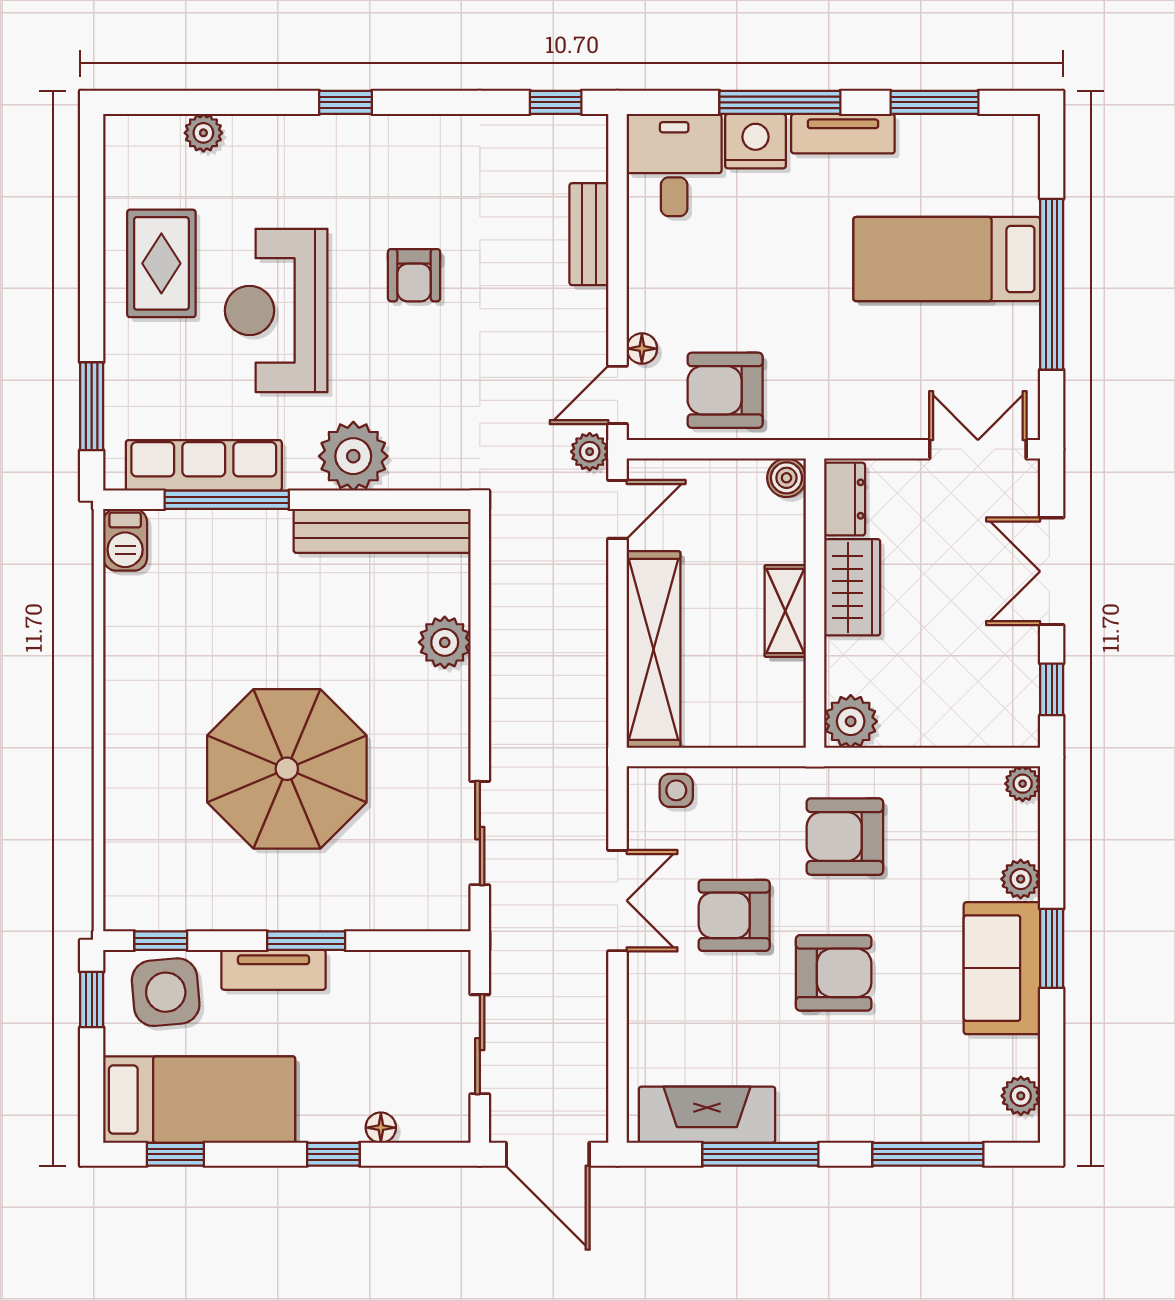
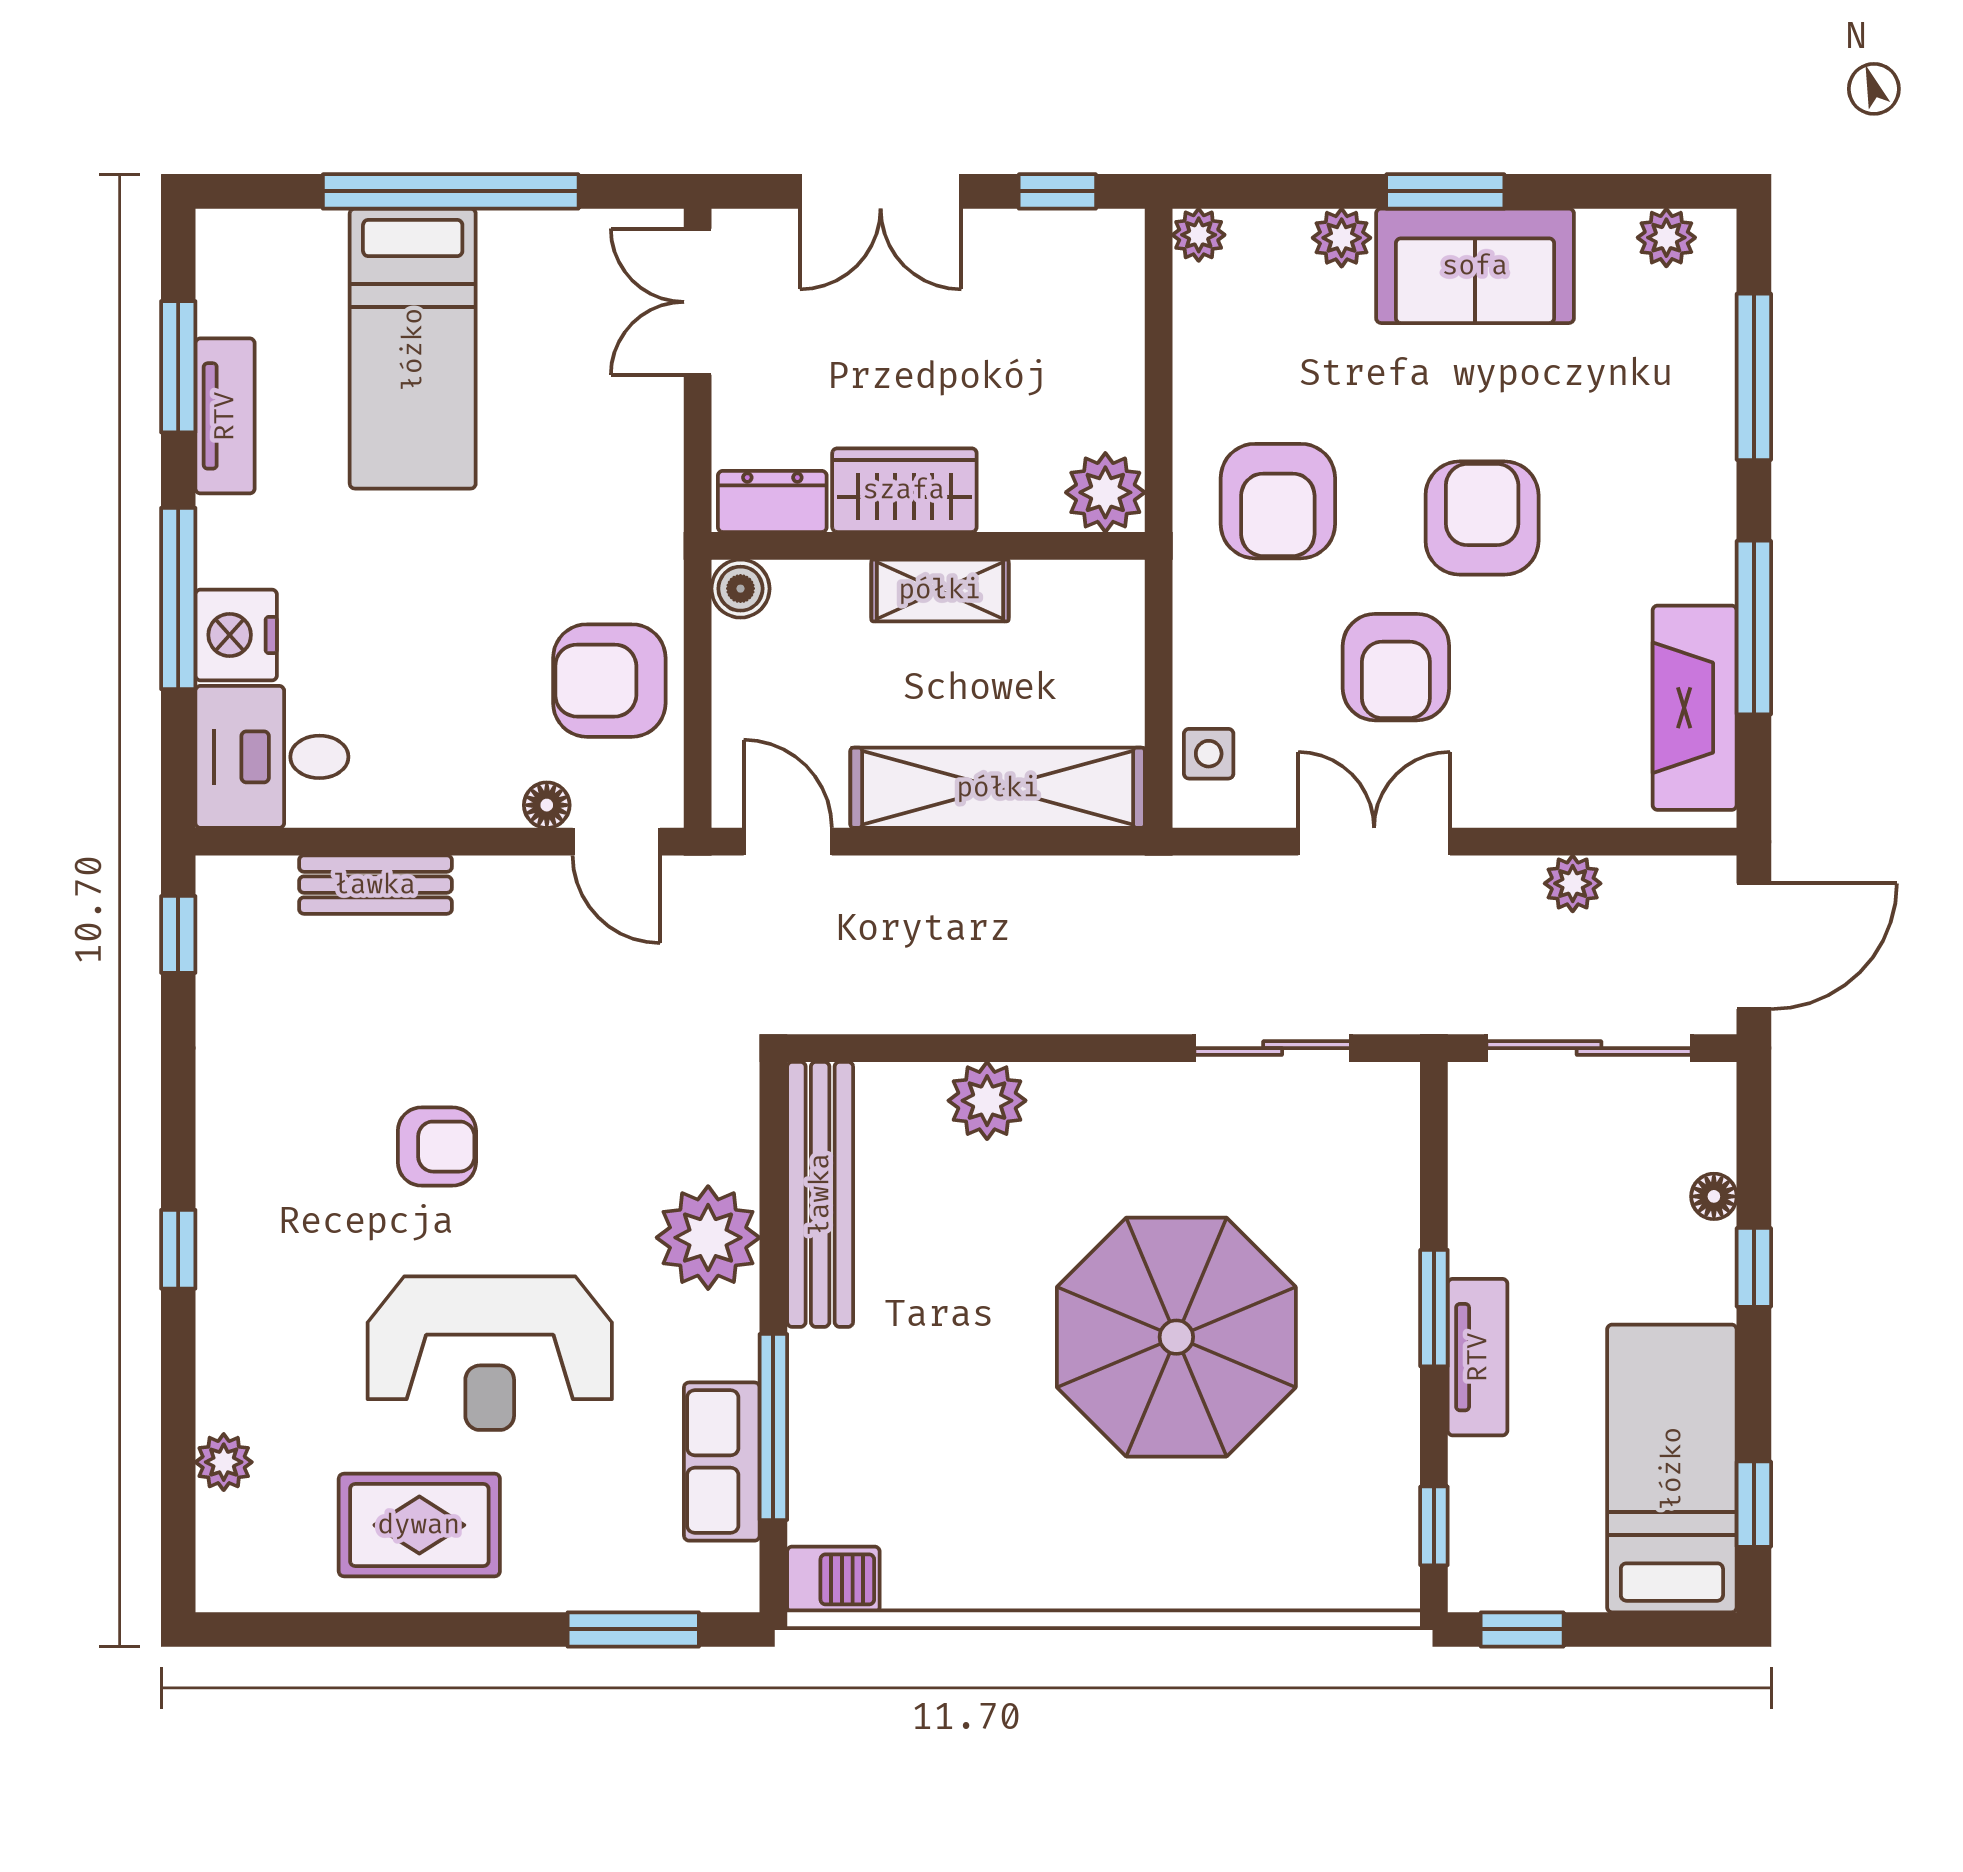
tv unit: (843, 134) -> (225, 416), moved
armchair: (725, 390) -> (609, 681), turned 90
plant: (590, 452) -> (1573, 883), moved
row of seats: (204, 465) -> (722, 1462), width x0.68
side table: (166, 992) -> (1511, 1519), removed
sliding door: (480, 1044) -> (1589, 1048), width x1.37

